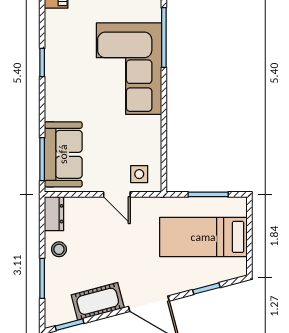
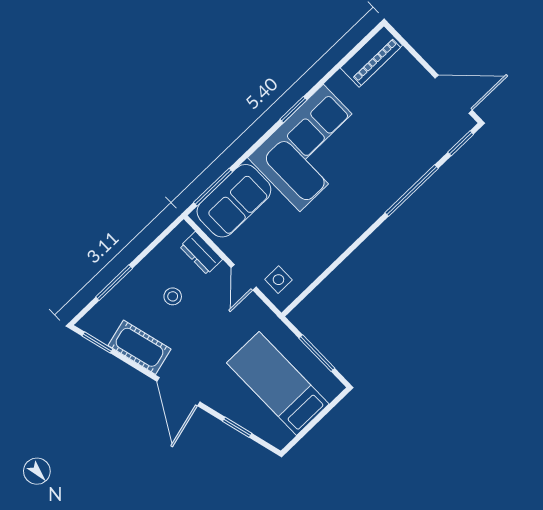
corner sofa: (129, 69) -> (312, 148), moved, turned 180
dresser: (54, 214) -> (201, 253), moved, turned 90
stool: (59, 249) -> (173, 296), moved

